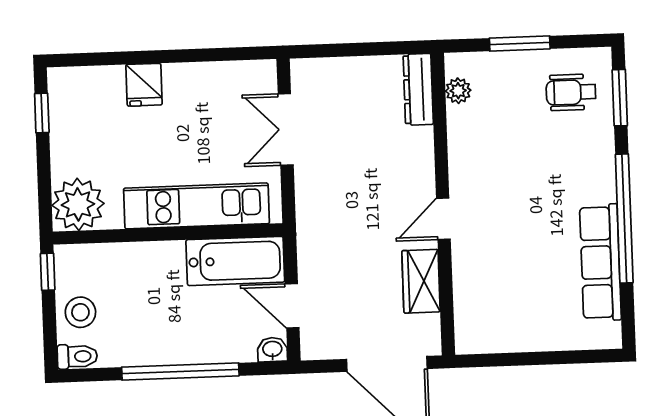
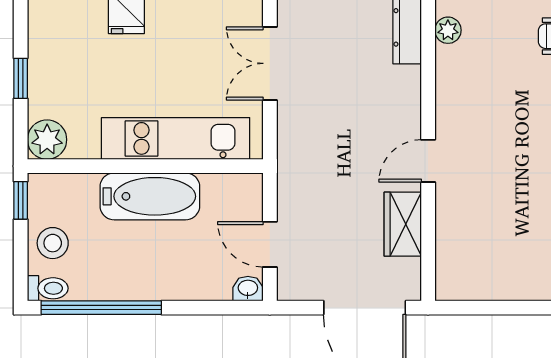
window: (42, 113) -> (21, 78), moved
plant: (78, 204) -> (47, 140), width x0.73, depth x0.73
bathtub: (235, 261) -> (150, 196), moved
window: (180, 372) -> (101, 308), moved

